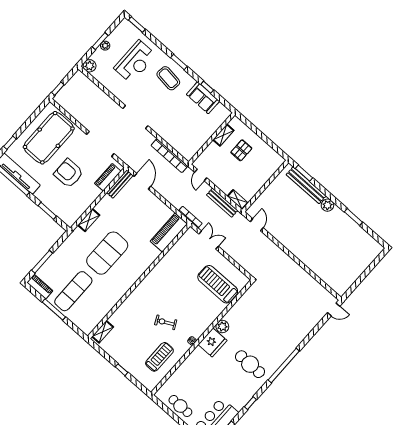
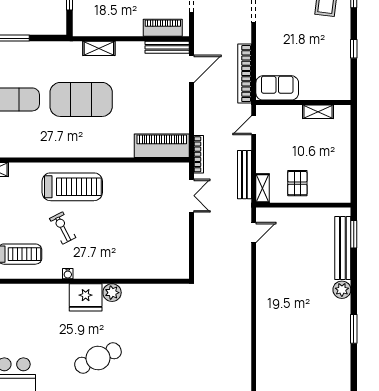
sofa: (203, 98) -> (277, 88), moved, turned 90
pallet: (241, 150) -> (297, 183), moved, turned 90
treadmill: (218, 284) -> (72, 187), moved, turned 90
cafe table: (250, 364) -> (98, 358), turned 65

